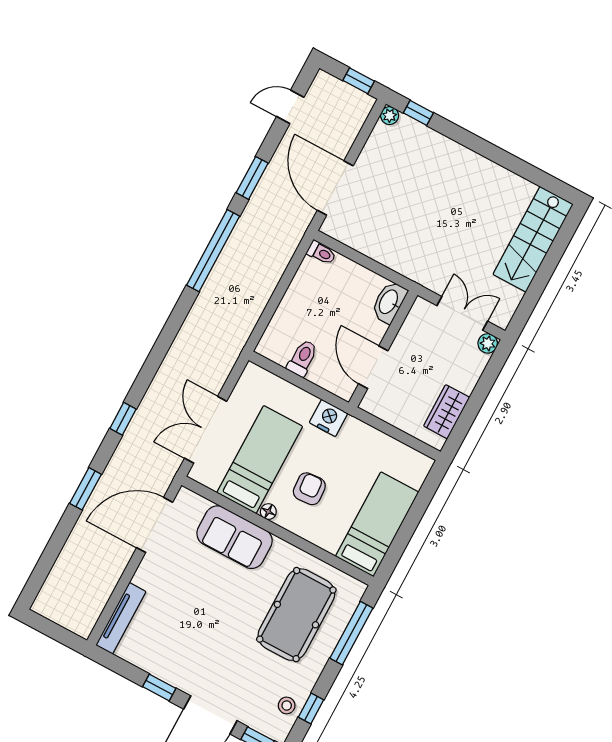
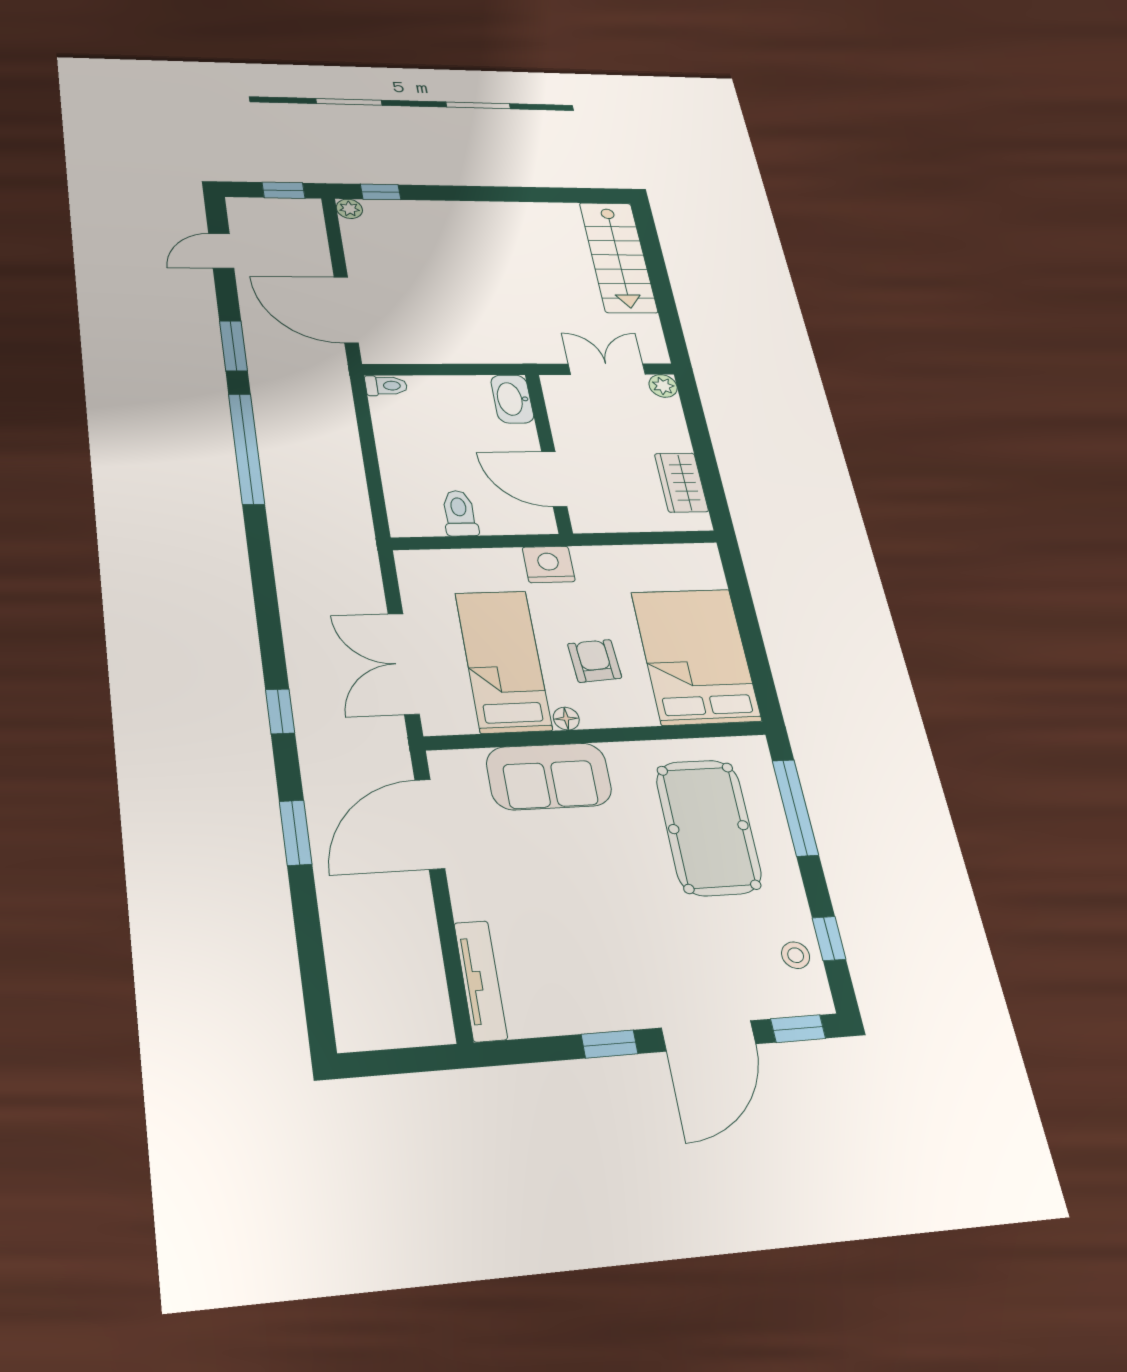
bed: (377, 524) -> (696, 656), width x1.50

